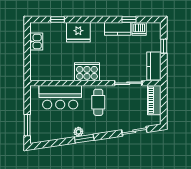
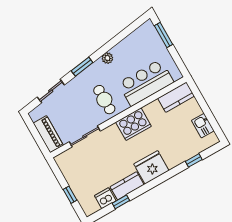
fridge: (78, 32) -> (151, 167), moved
kitchen counter: (154, 66) -> (176, 97), moved, turned 90
window: (84, 139) -> (82, 67), moved

